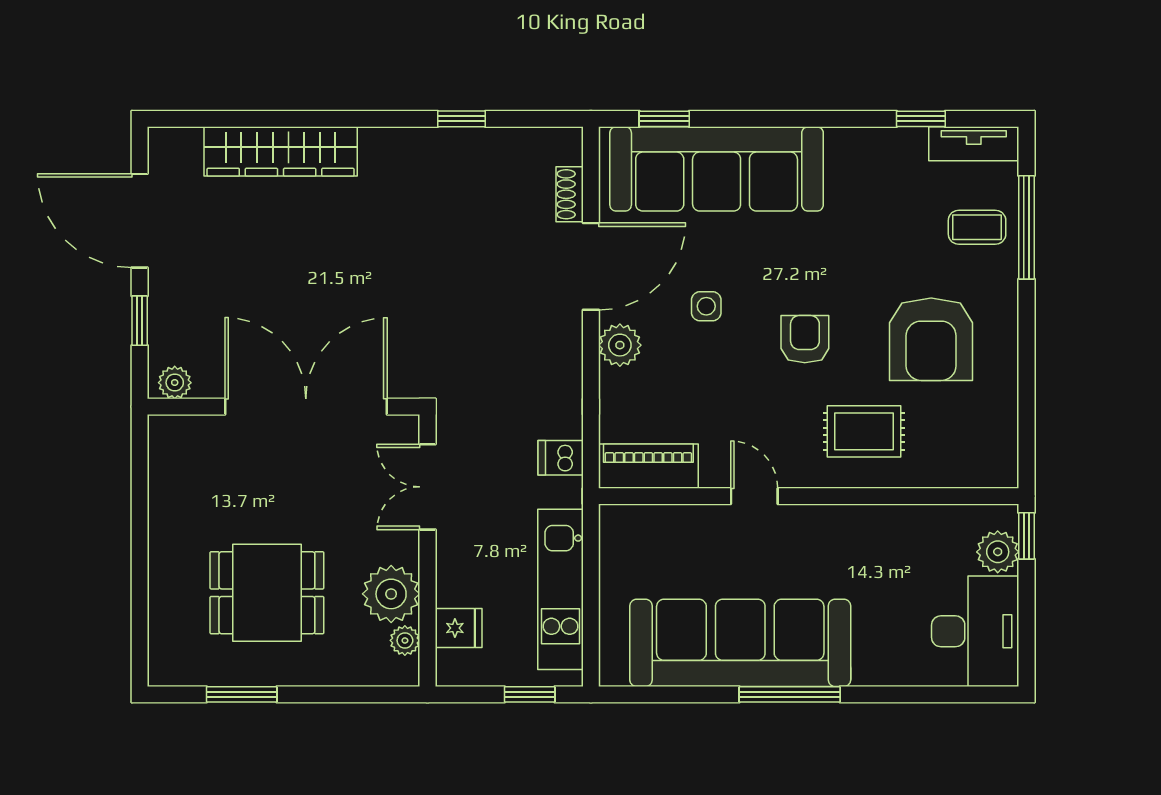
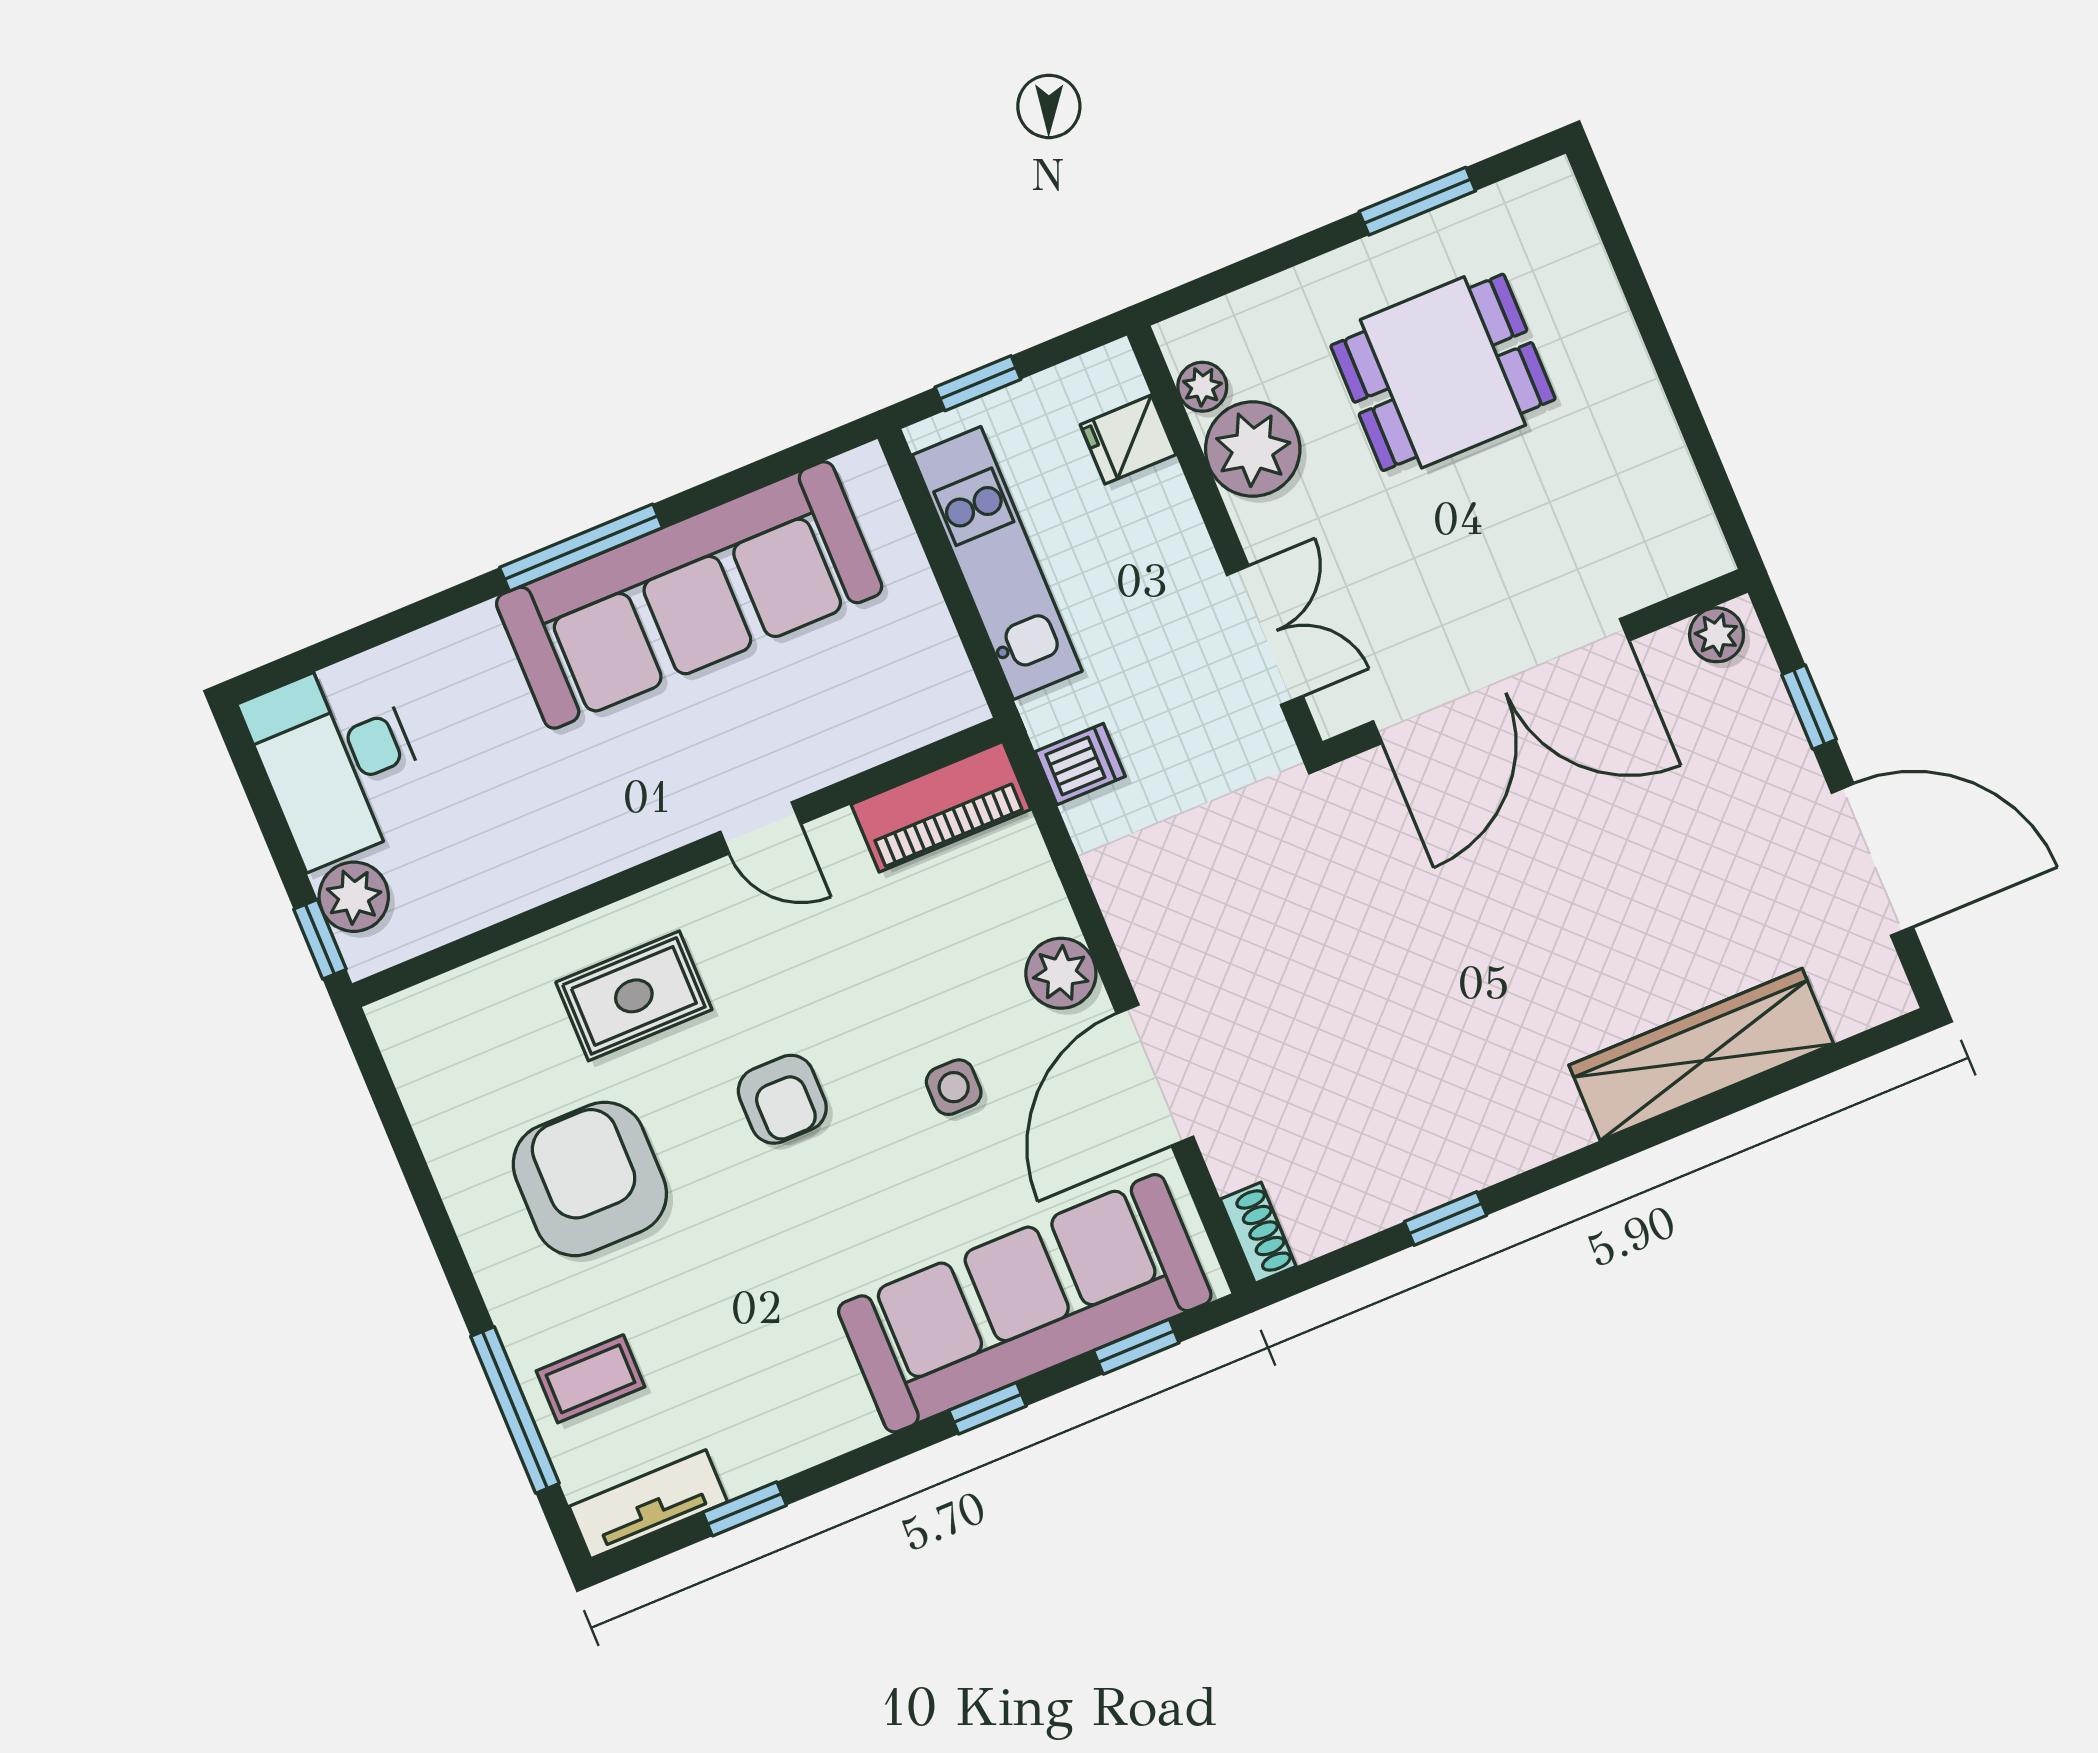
window: (762, 119) -> (988, 1408), added
shoe rack: (570, 194) -> (1258, 1233), moved

